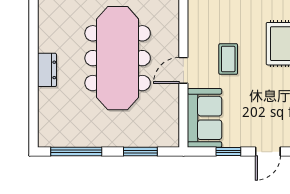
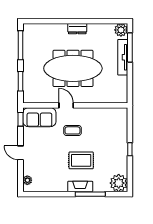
dresser: (47, 70) -> (77, 29), moved
window: (228, 152) -> (21, 119), moved

